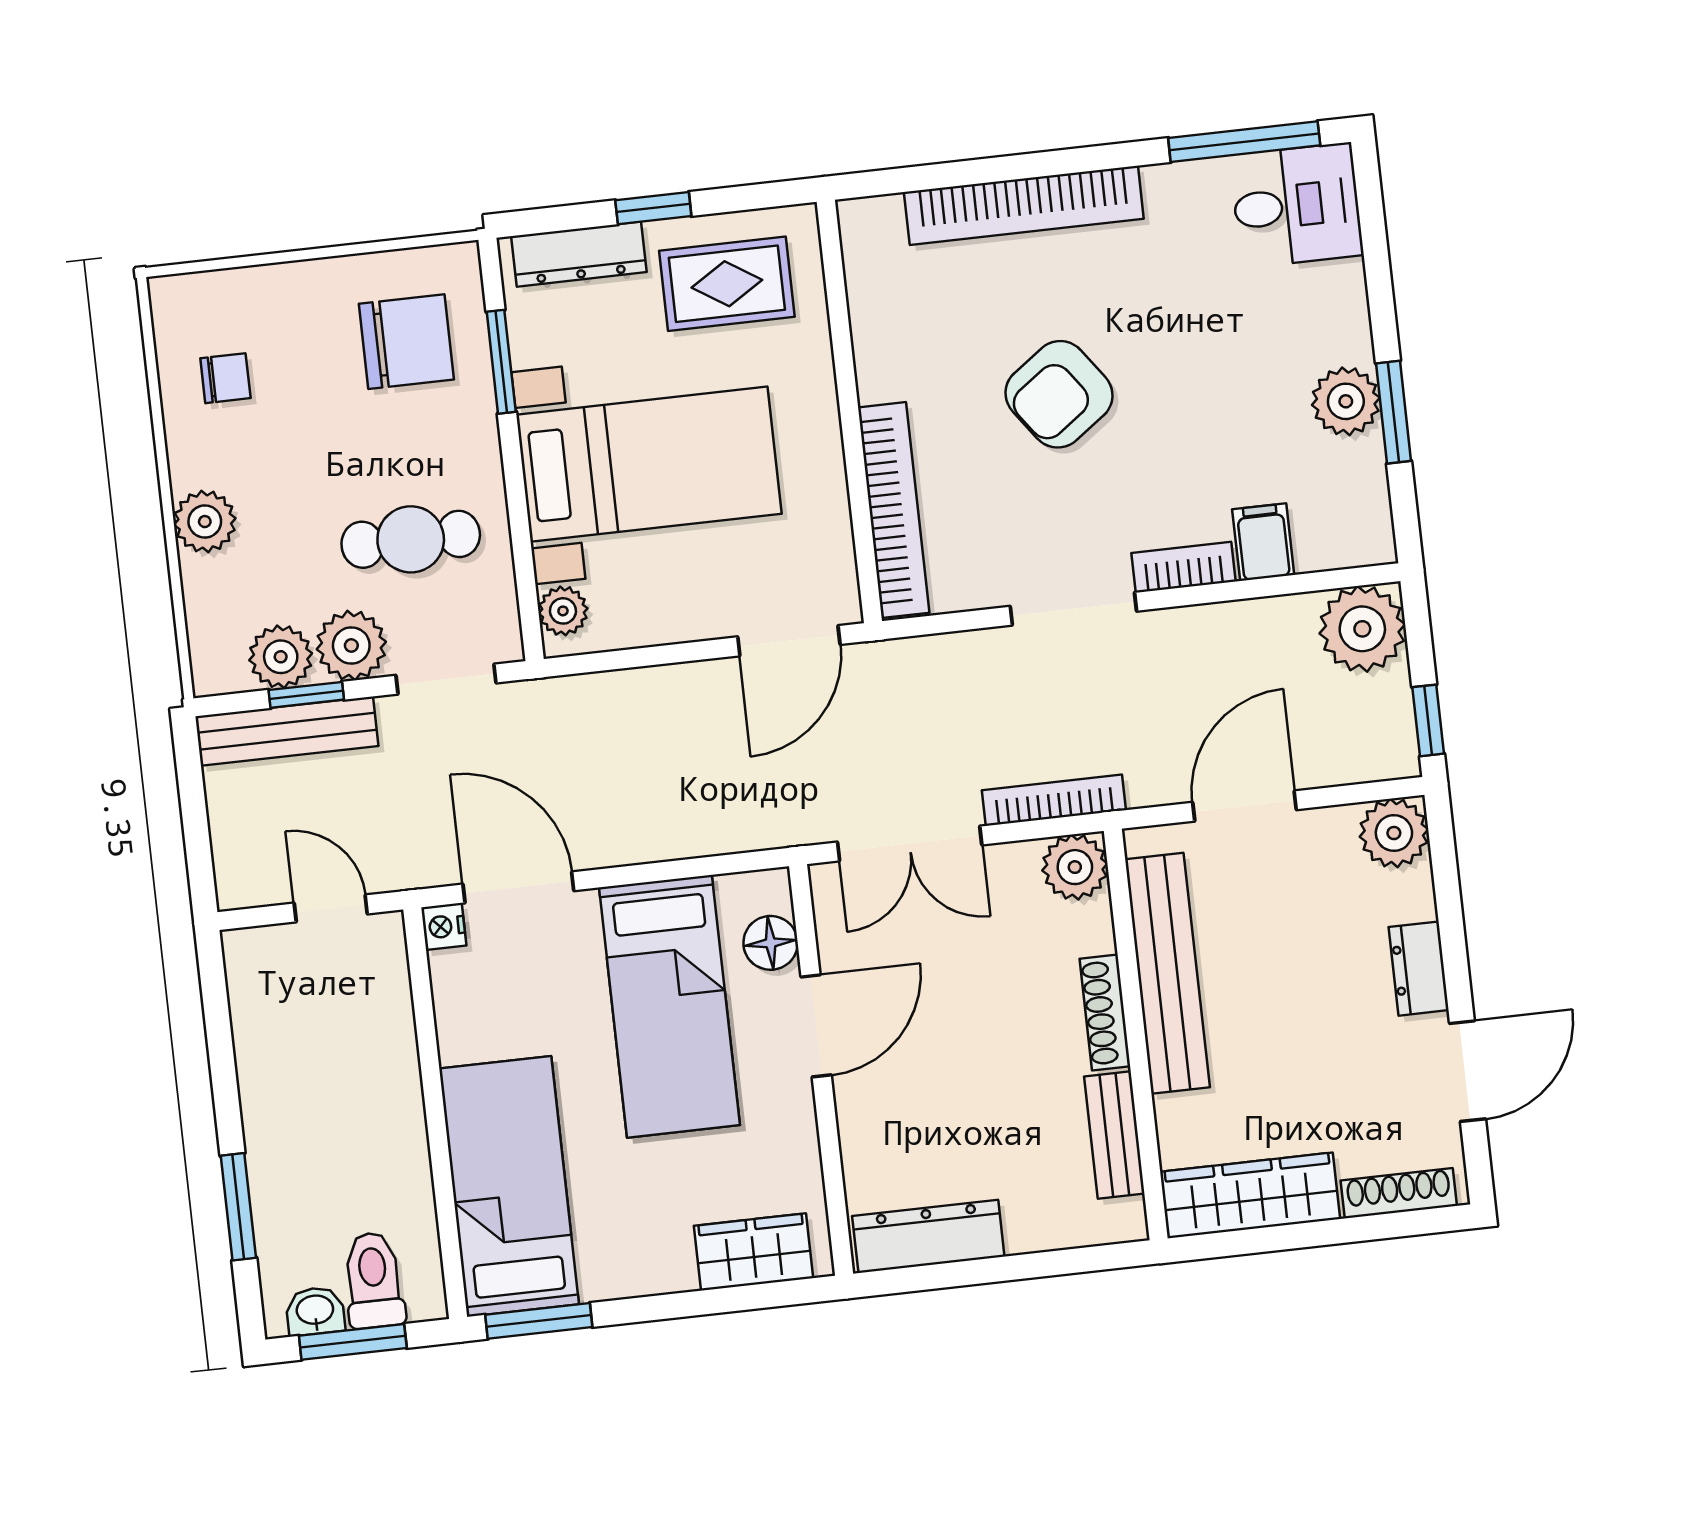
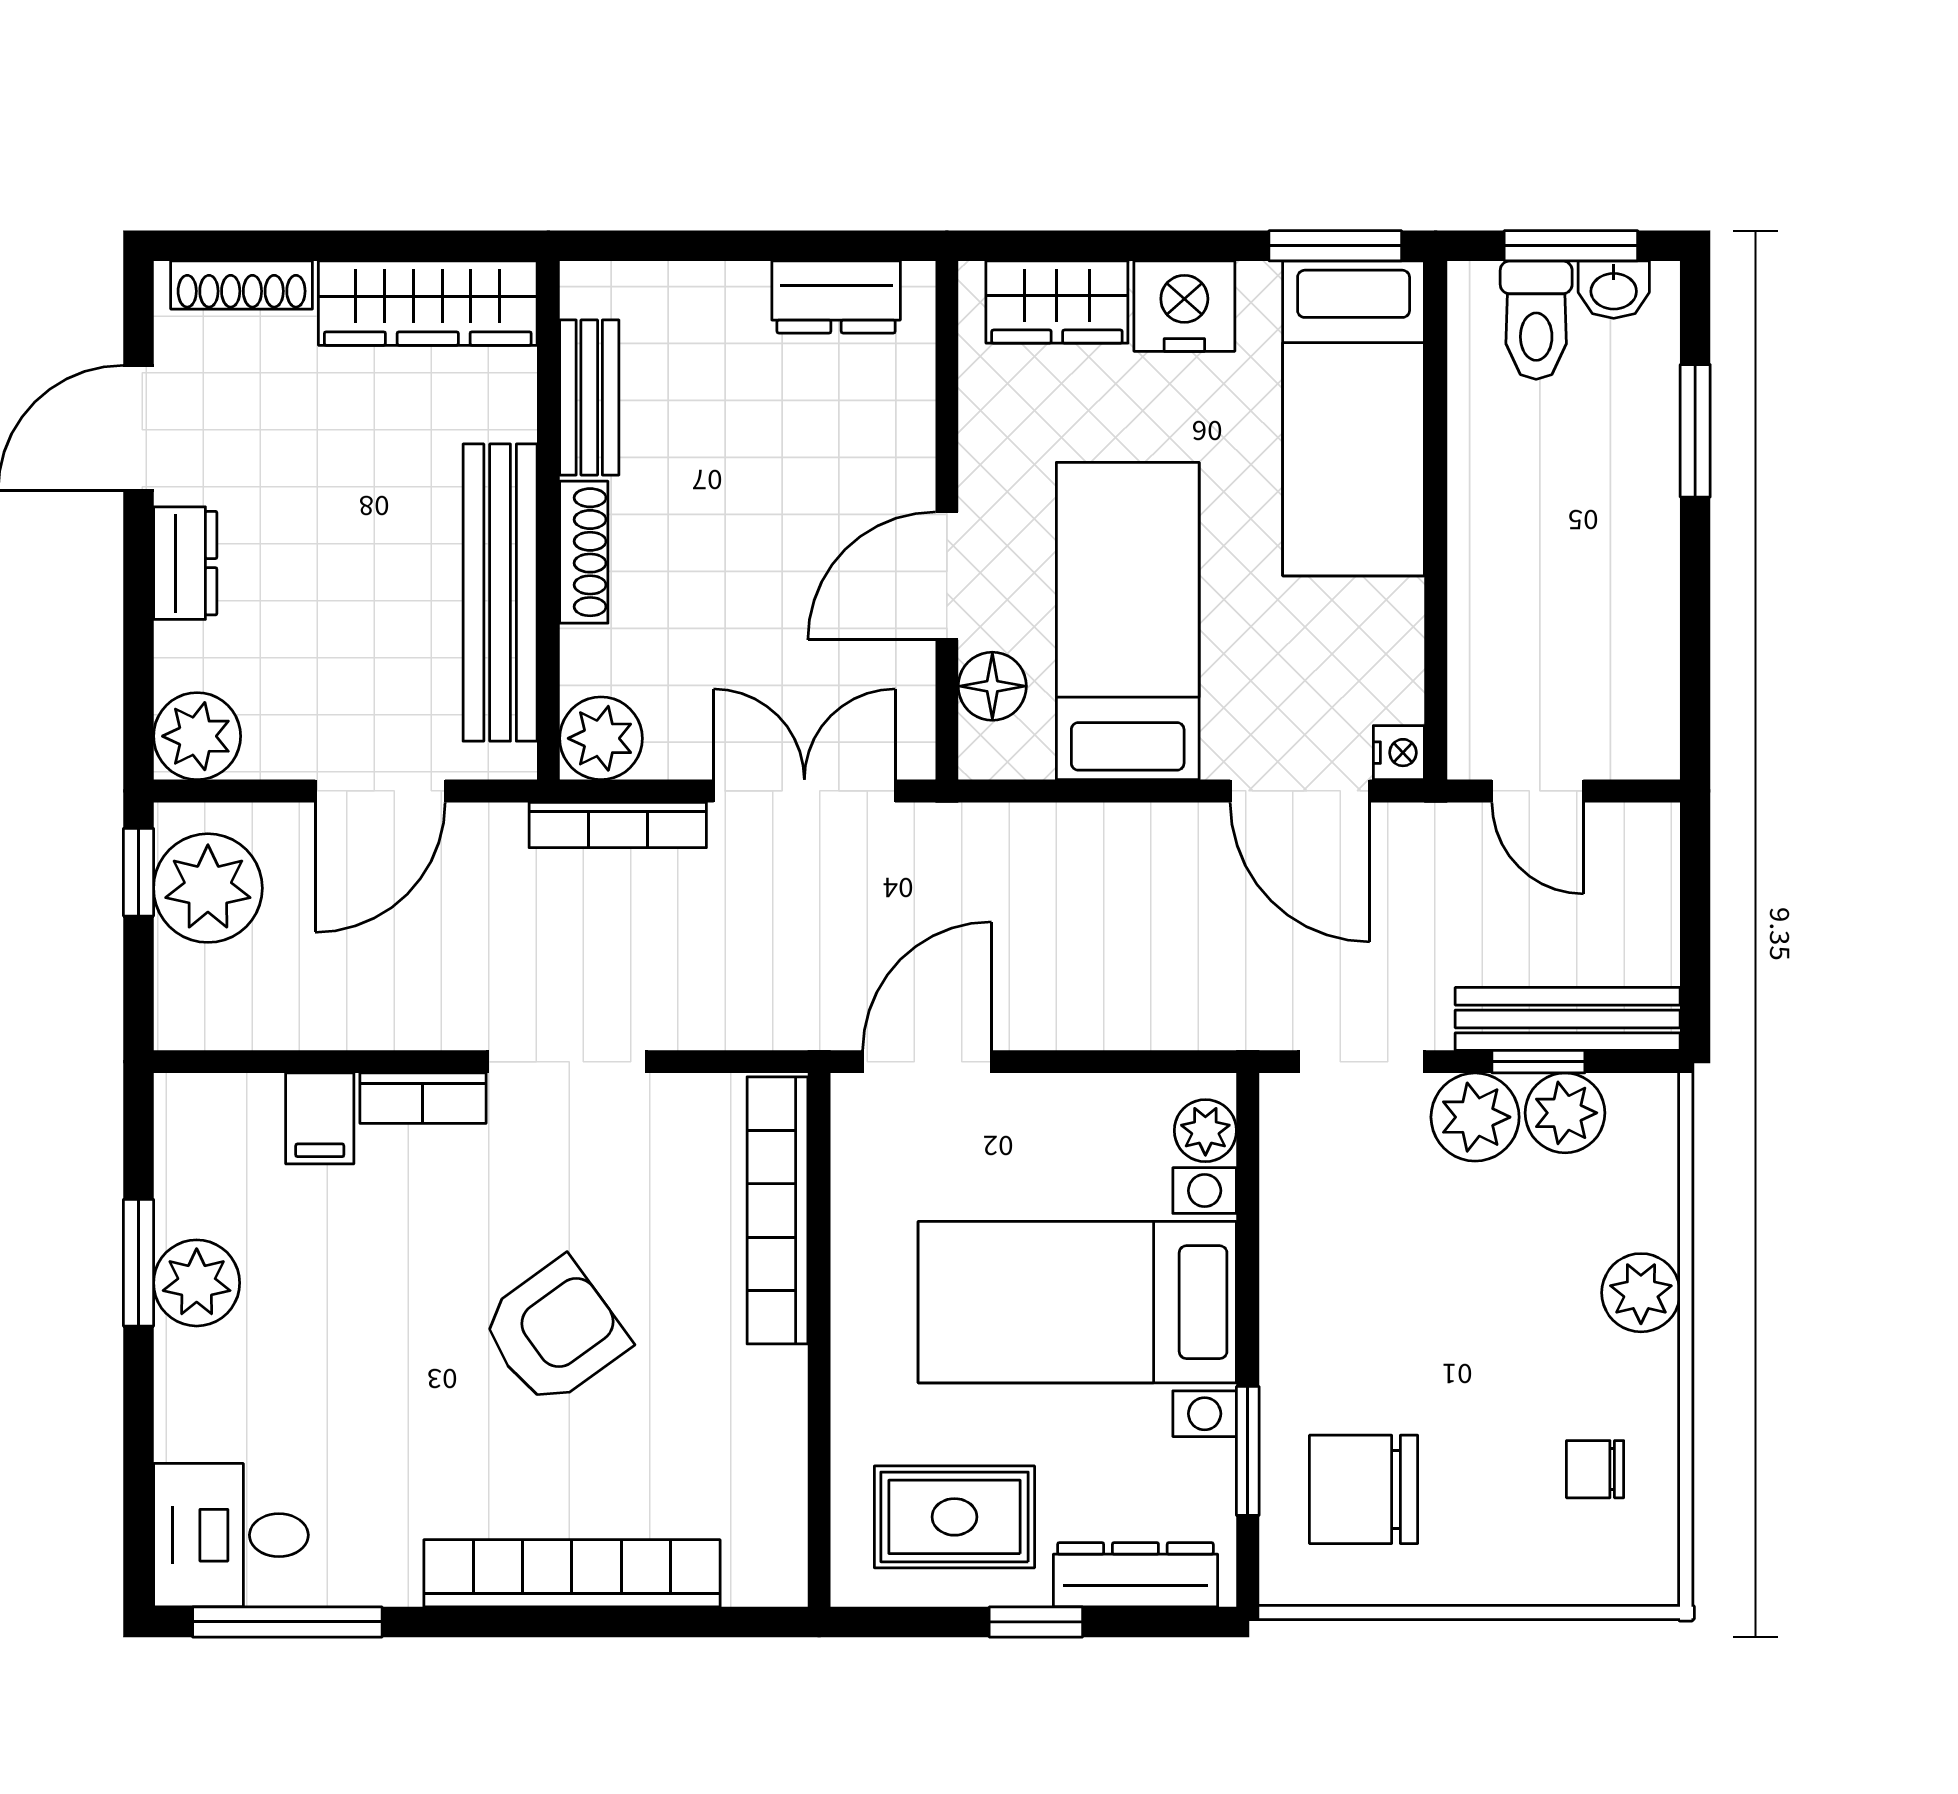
cafe table: (411, 539) -> (1386, 1242), removed
plant: (1362, 629) -> (208, 888), moved
dresser: (928, 1236) -> (836, 297), width x0.70
nightstand: (653, 1260) -> (1184, 306), added

